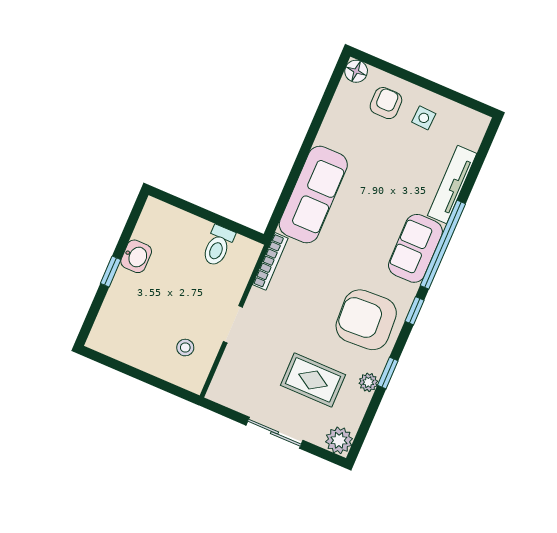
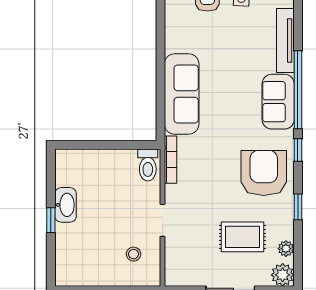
toilet: (218, 246) -> (148, 165), moved
washbasin: (136, 256) -> (66, 205), width x1.38
armchair: (366, 320) -> (264, 173), turned 93
plant: (368, 382) -> (286, 249), moved

